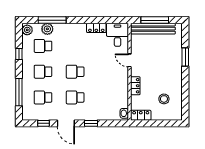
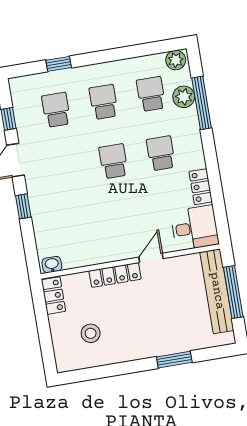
window: (19, 54) -> (129, 52), removed
locker: (135, 86) -> (115, 275), width x1.53
window: (19, 92) -> (59, 64), width x0.46
school desk: (75, 97) -> (161, 153), moved

